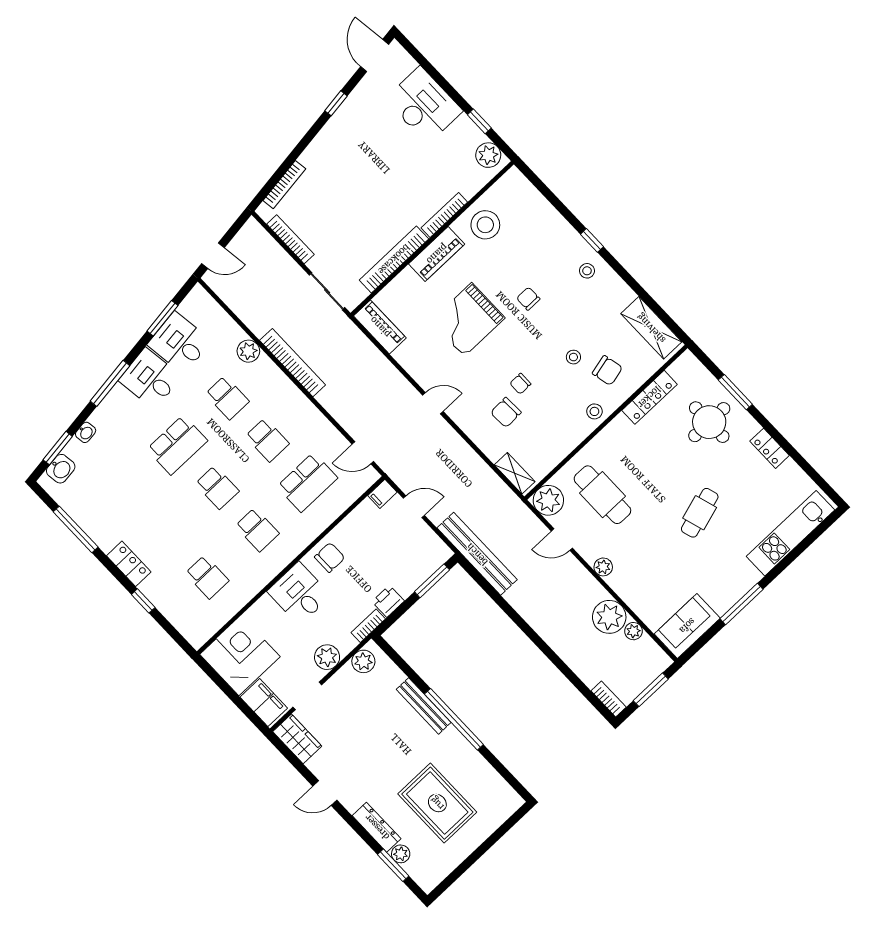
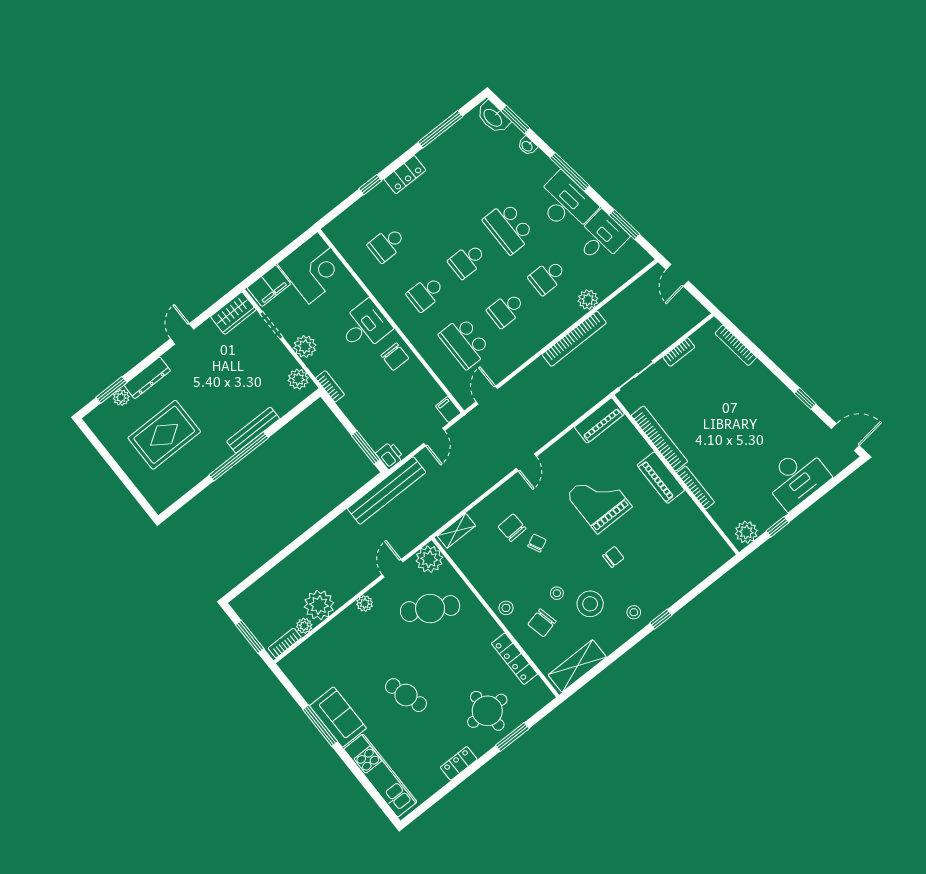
stool: (485, 225) -> (590, 604), moved
bookcase: (290, 239) -> (679, 352), width x0.64
desk: (150, 378) -> (566, 203), width x1.37
chair: (520, 384) -> (537, 543), turned 64
washbasin: (61, 469) -> (493, 117), width x1.38
cafe table: (602, 495) -> (430, 609), turned 30
printer: (388, 601) -> (390, 456), moved
sofa: (687, 626) -> (338, 717), moved
bookcase: (609, 699) -> (285, 643), moved, turned 180

